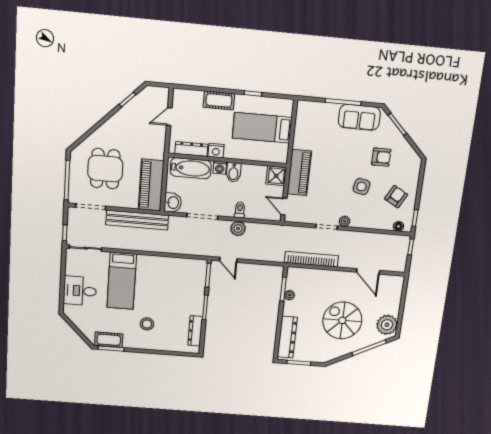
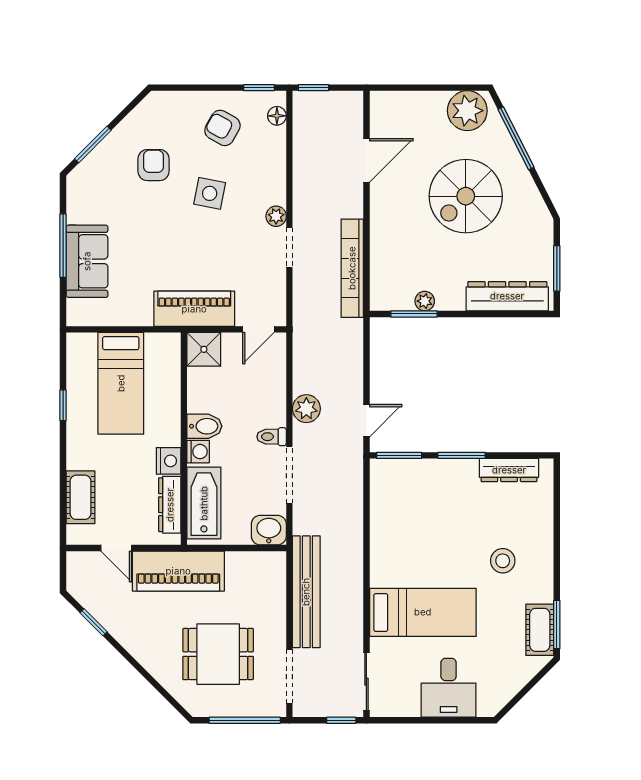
cot: (219, 100) -> (80, 497), moved
sofa: (359, 117) -> (87, 261), moved
piano: (151, 185) -> (178, 571), moved
toilet: (240, 210) -> (272, 437), moved

